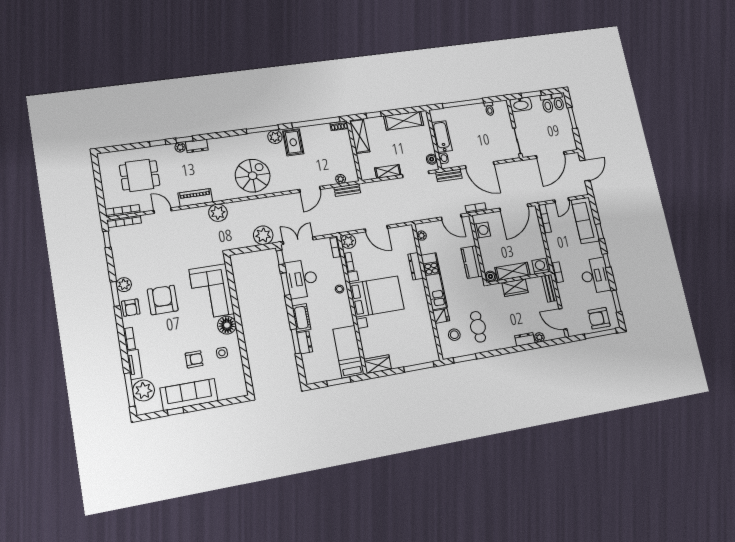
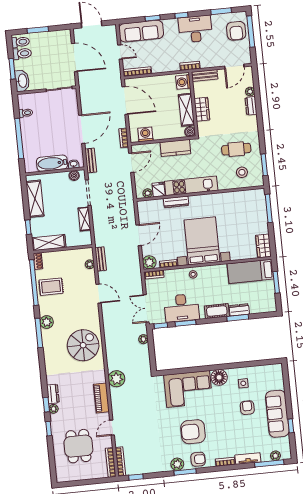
rug: (293, 142) -> (51, 287), moved
spiral stairs: (253, 176) -> (83, 345), turned 90
plant: (263, 235) -> (143, 339), width x0.53, depth x0.53
fridge: (441, 316) -> (159, 189), moved
plant: (144, 391) -> (275, 456), width x0.53, depth x0.53

